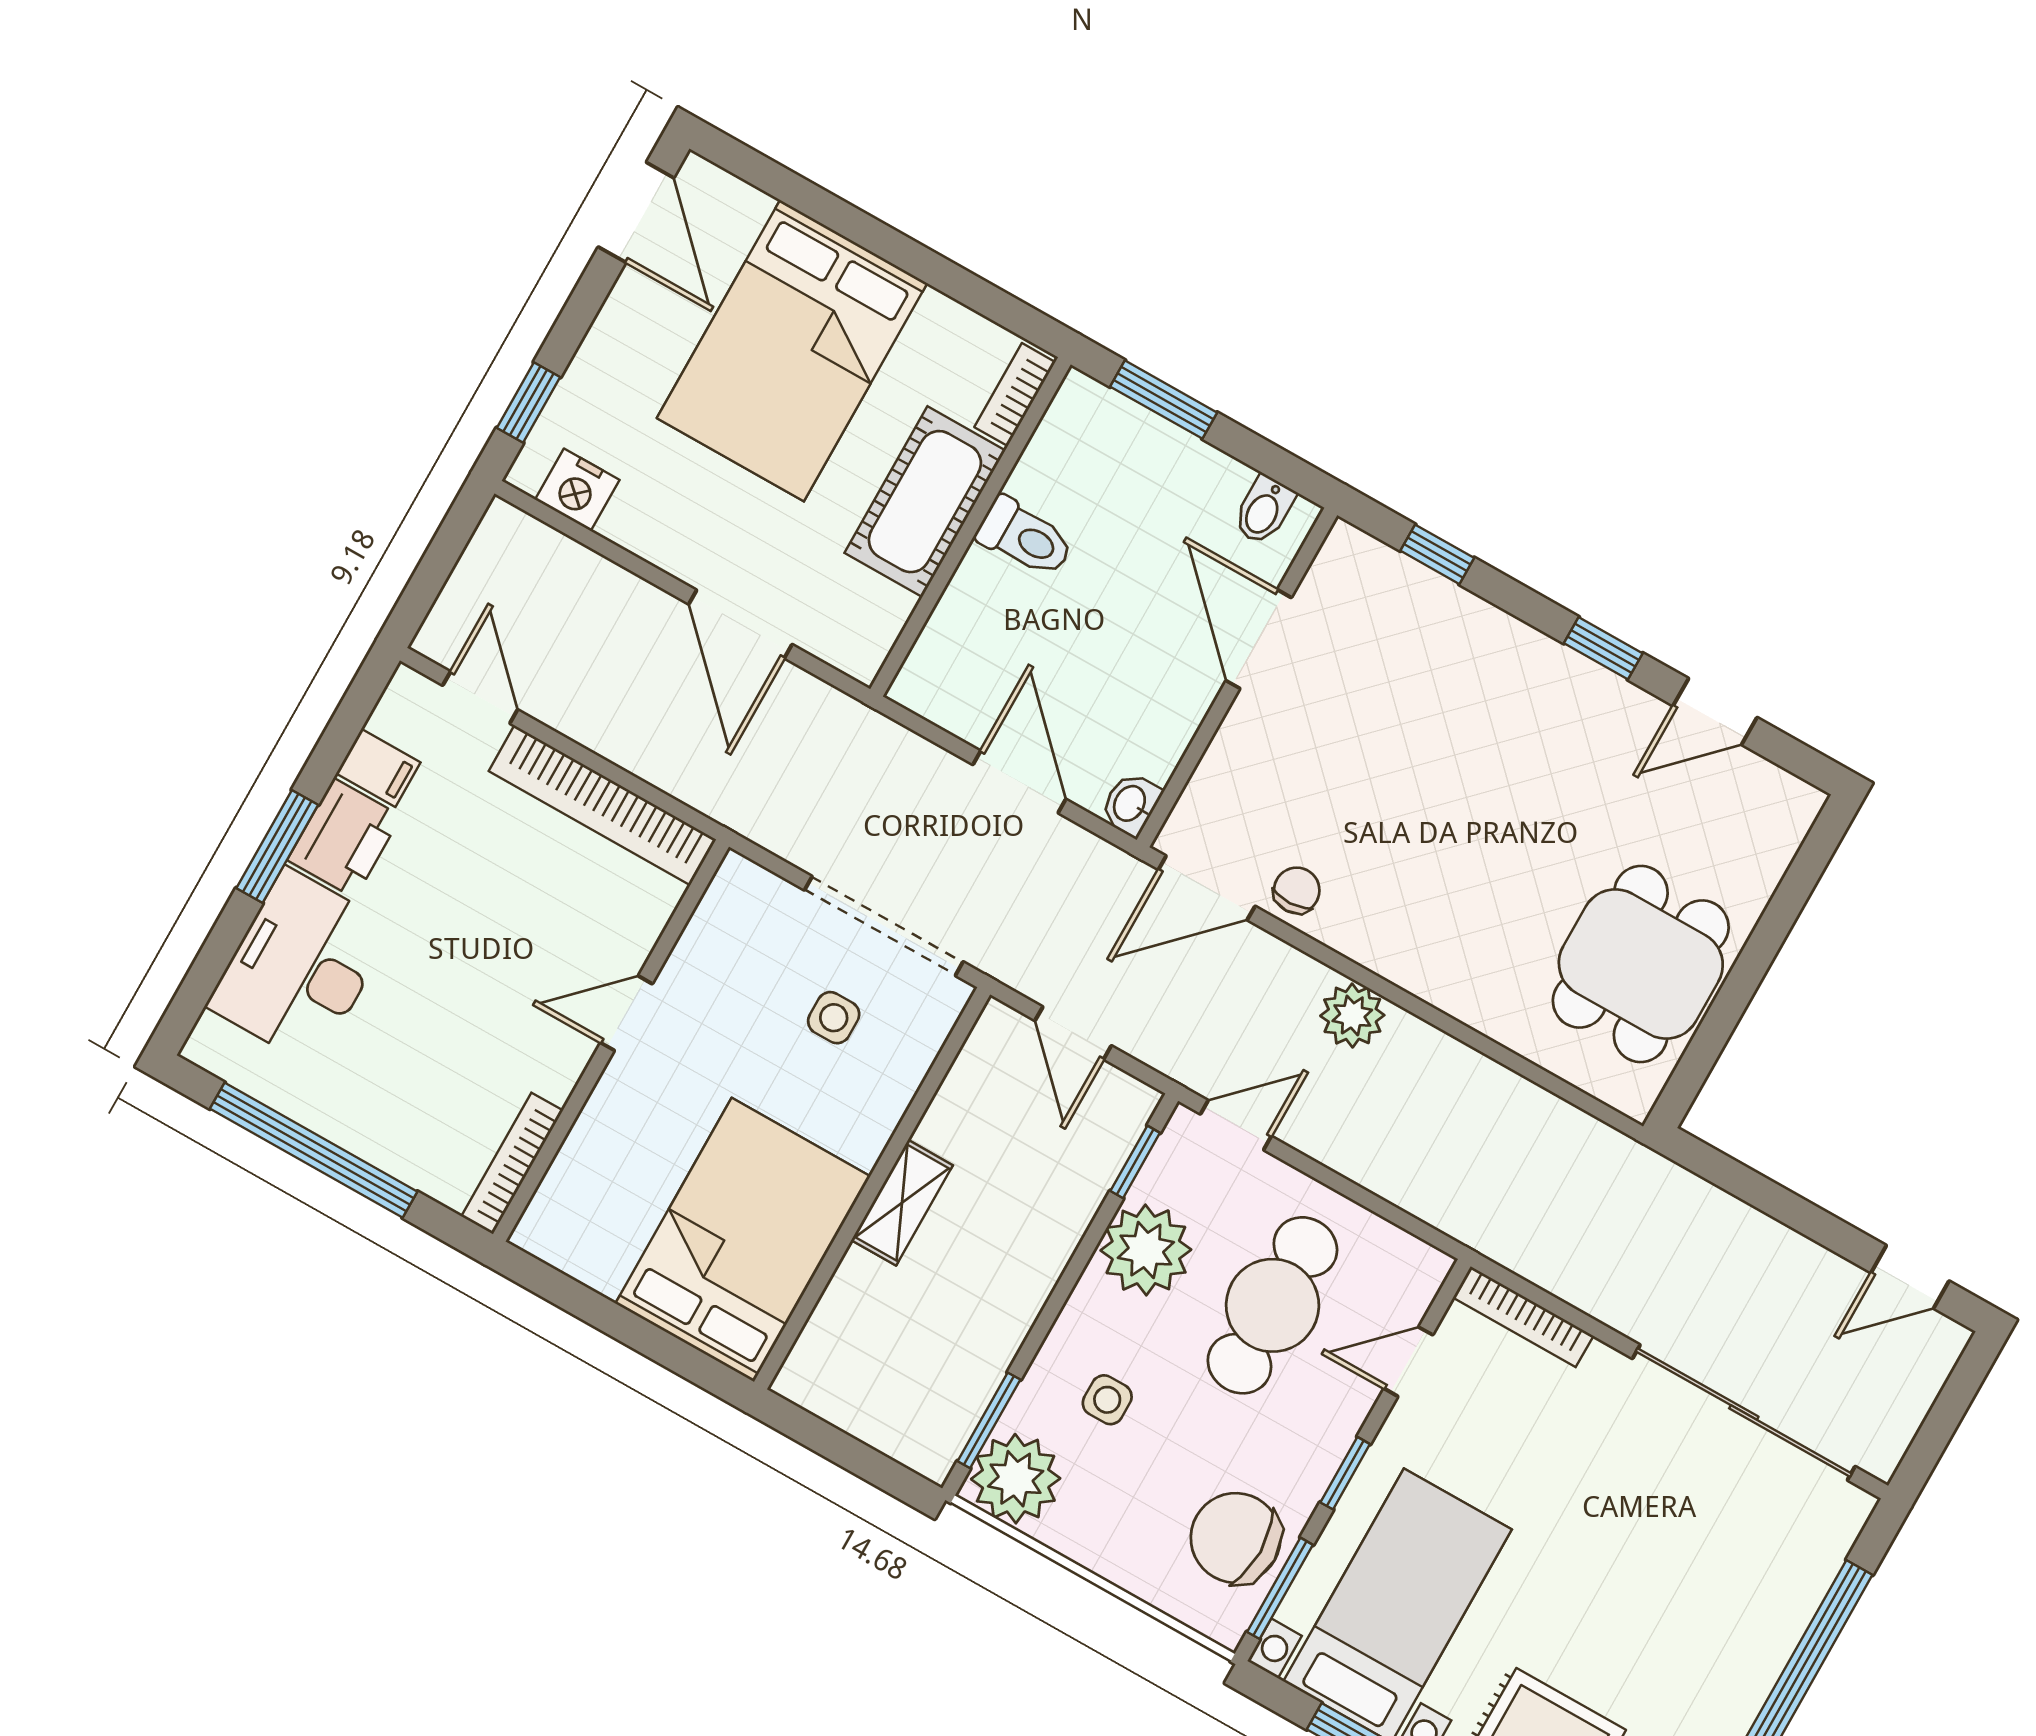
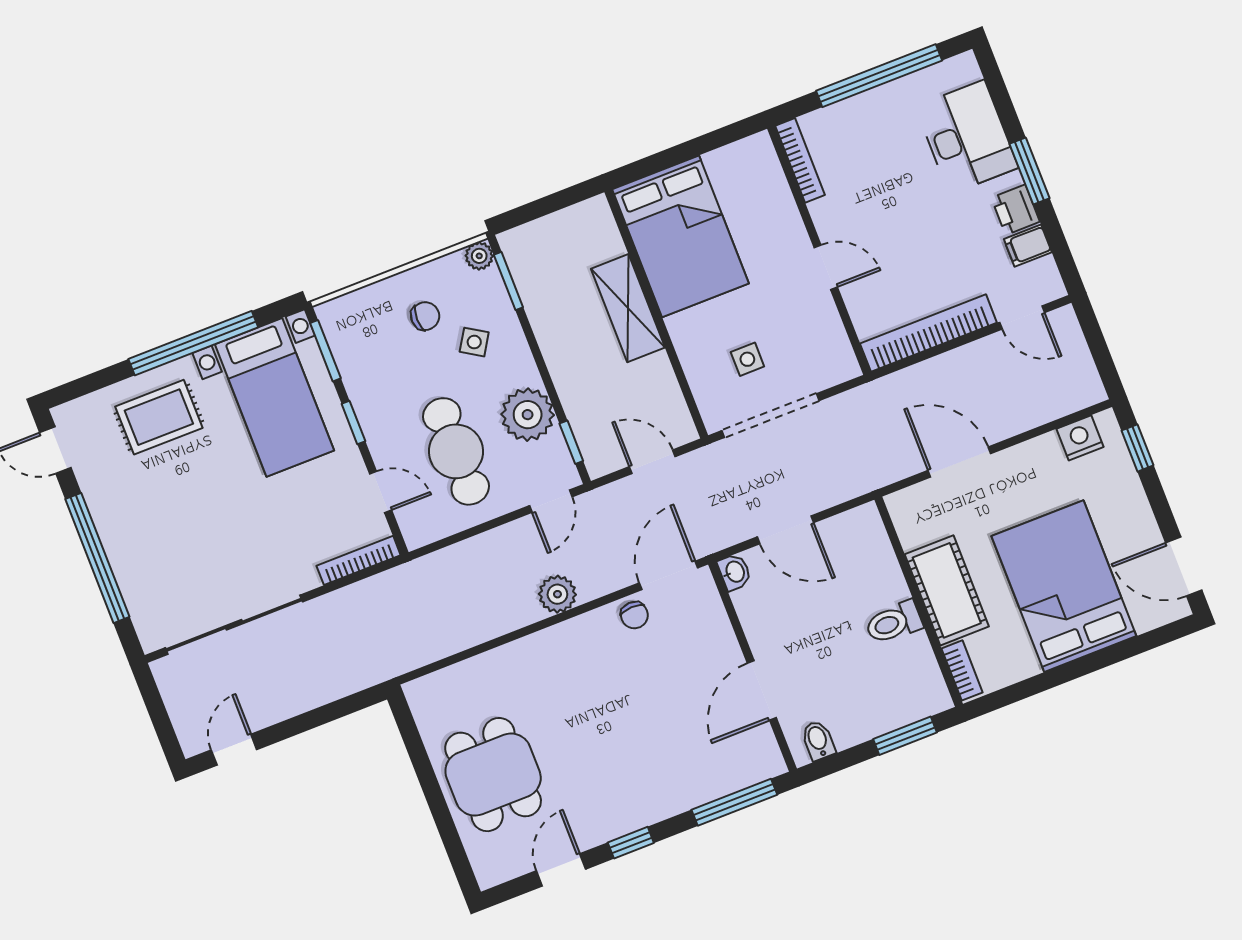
window: (1437, 554) -> (734, 802), width x2.17
door: (1259, 639) -> (762, 690), swing flipped
printer: (344, 838) -> (1015, 210), width x0.73, depth x0.81
dining table: (1641, 964) -> (493, 775), moved
door: (626, 1013) -> (826, 267), hinge flipped
shelving: (902, 1203) -> (628, 308), width x1.50, depth x1.33
door: (1408, 1362) -> (381, 492), hinge flipped
side table: (1107, 1400) -> (474, 342), turned 32
plant: (1016, 1479) -> (479, 256), width x0.53, depth x0.53
chair: (1236, 1538) -> (425, 316), moved, width x0.54, depth x0.54

